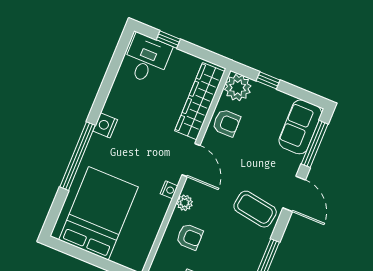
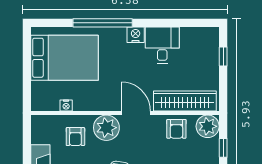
desk: (147, 59) -> (162, 45), moved, turned -90
door: (191, 160) -> (136, 113), swing flipped
nightstand: (169, 190) -> (66, 105), moved
plant: (185, 203) -> (106, 128), width x1.87, depth x1.87

